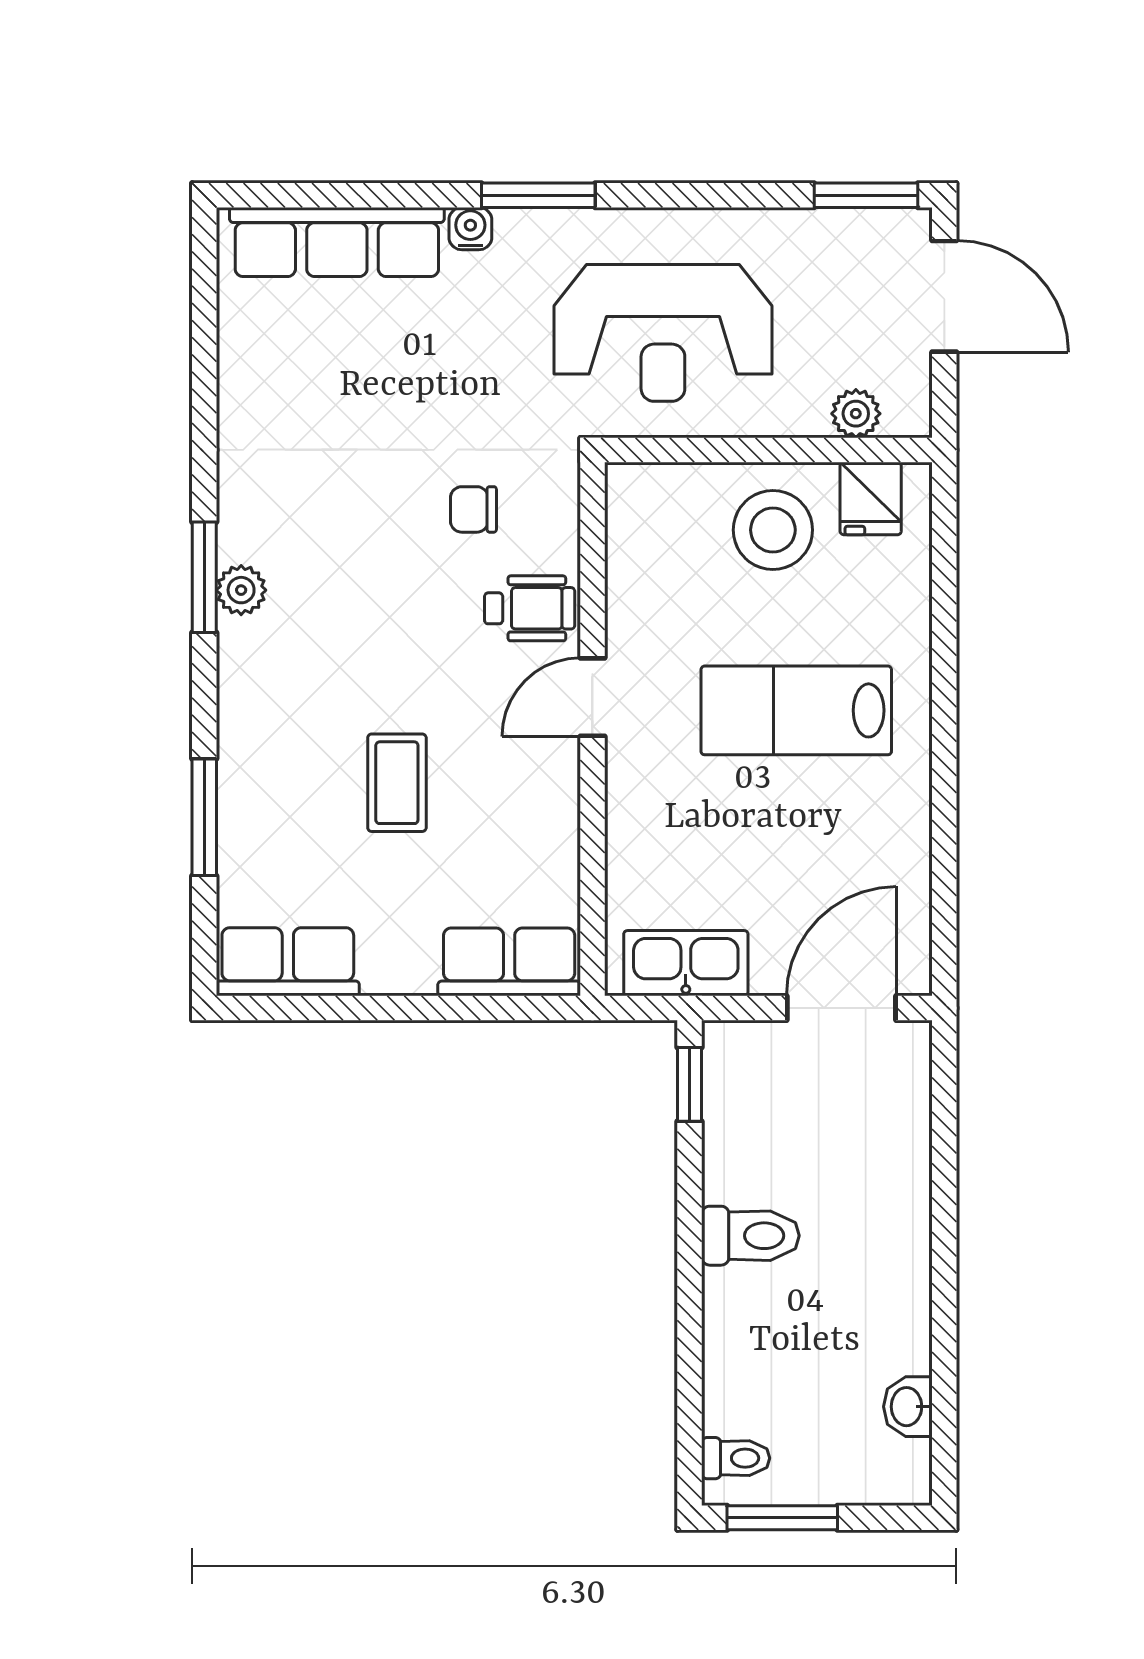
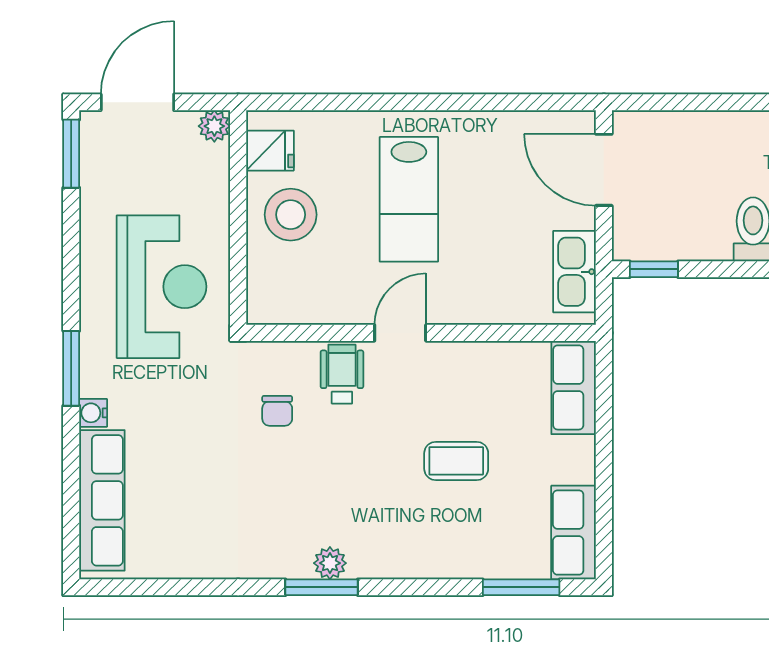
plant: (856, 414) -> (214, 126), moved
door: (592, 697) -> (400, 333), swing flipped
window: (204, 817) -> (521, 587), moved

